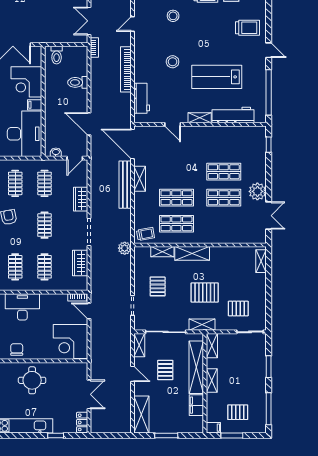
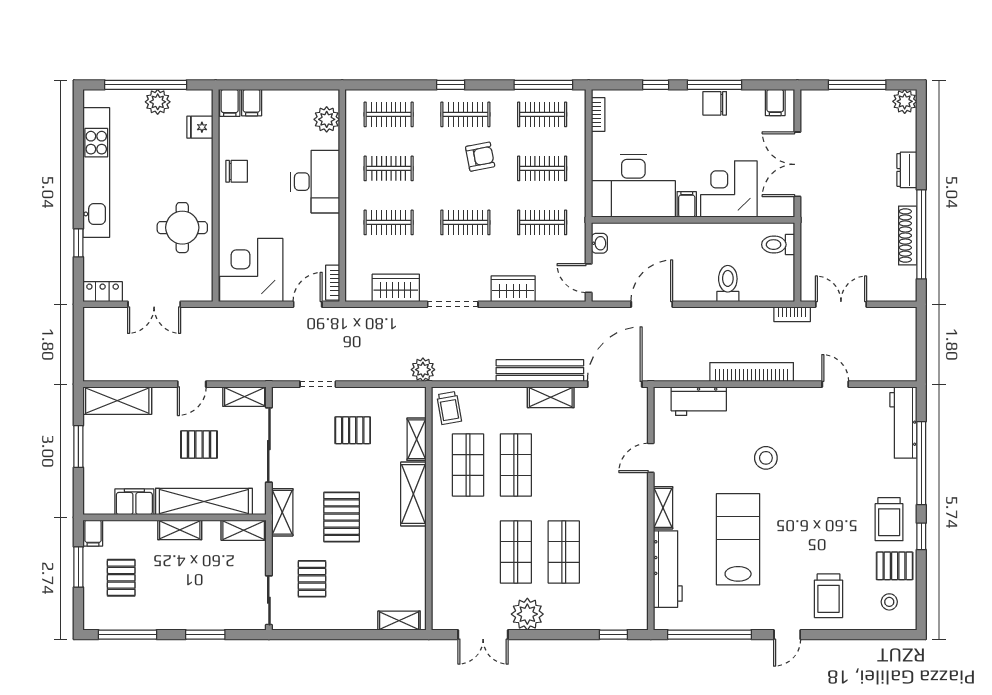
stool: (173, 16) -> (850, 459), removed
round table: (32, 380) -> (182, 228), moved

